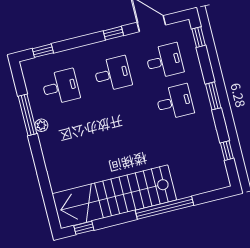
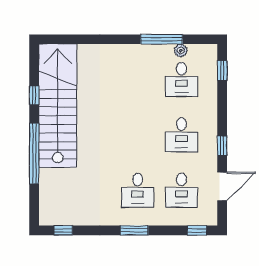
plant: (41, 125) -> (181, 50), moved
window: (227, 151) -> (63, 230), moved
window: (84, 228) -> (34, 95), moved

